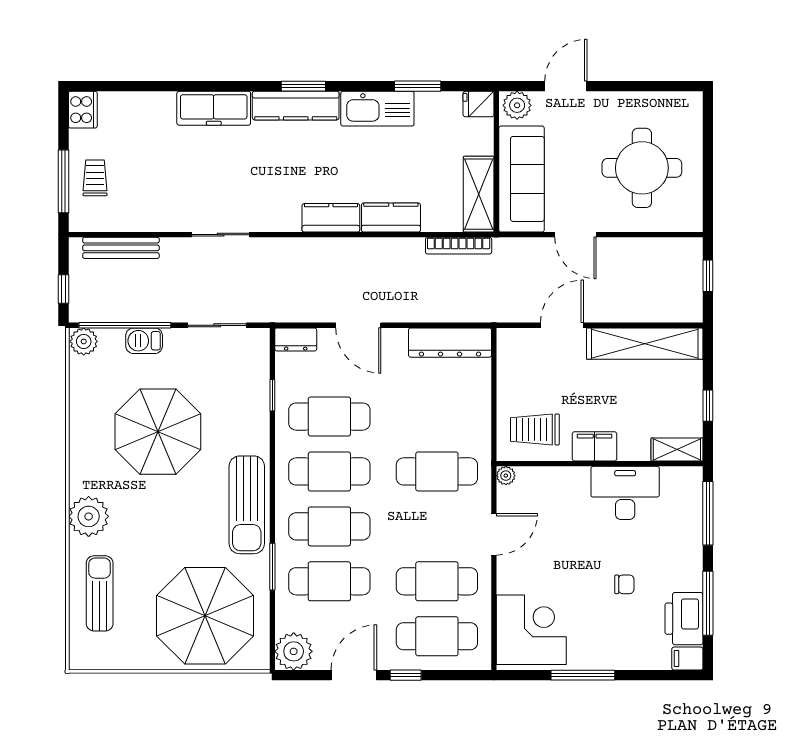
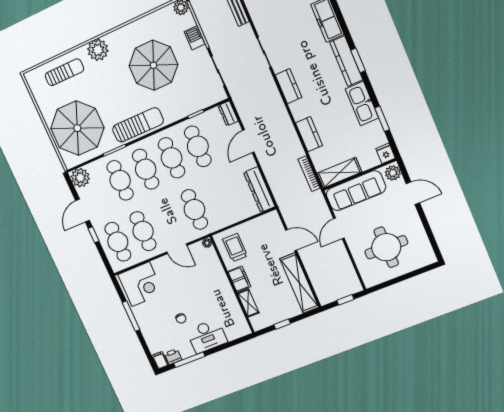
kitchen counter: (331, 218) -> (289, 86), moved
shelving: (677, 450) -> (248, 303), moved
desk: (625, 493) -> (207, 336), moved, turned 90
sun lounger: (247, 505) -> (138, 125), turned 180
window: (708, 513) -> (231, 344), removed
printer: (684, 619) -> (173, 357), width x0.53, depth x0.68
door: (354, 675) -> (82, 211), swing flipped

